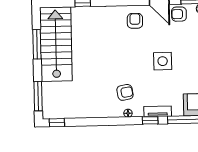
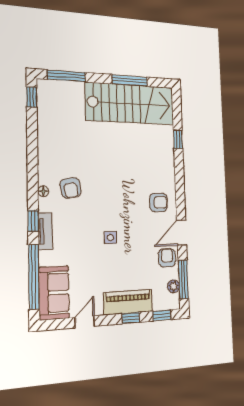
side table: (163, 61) -> (110, 238), width x0.54, depth x0.54

